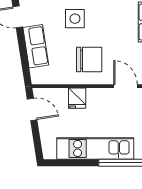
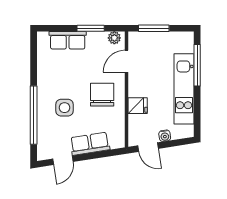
door: (32, 109) -> (148, 147), swing flipped
water cooler: (44, 128) -> (165, 136), added

